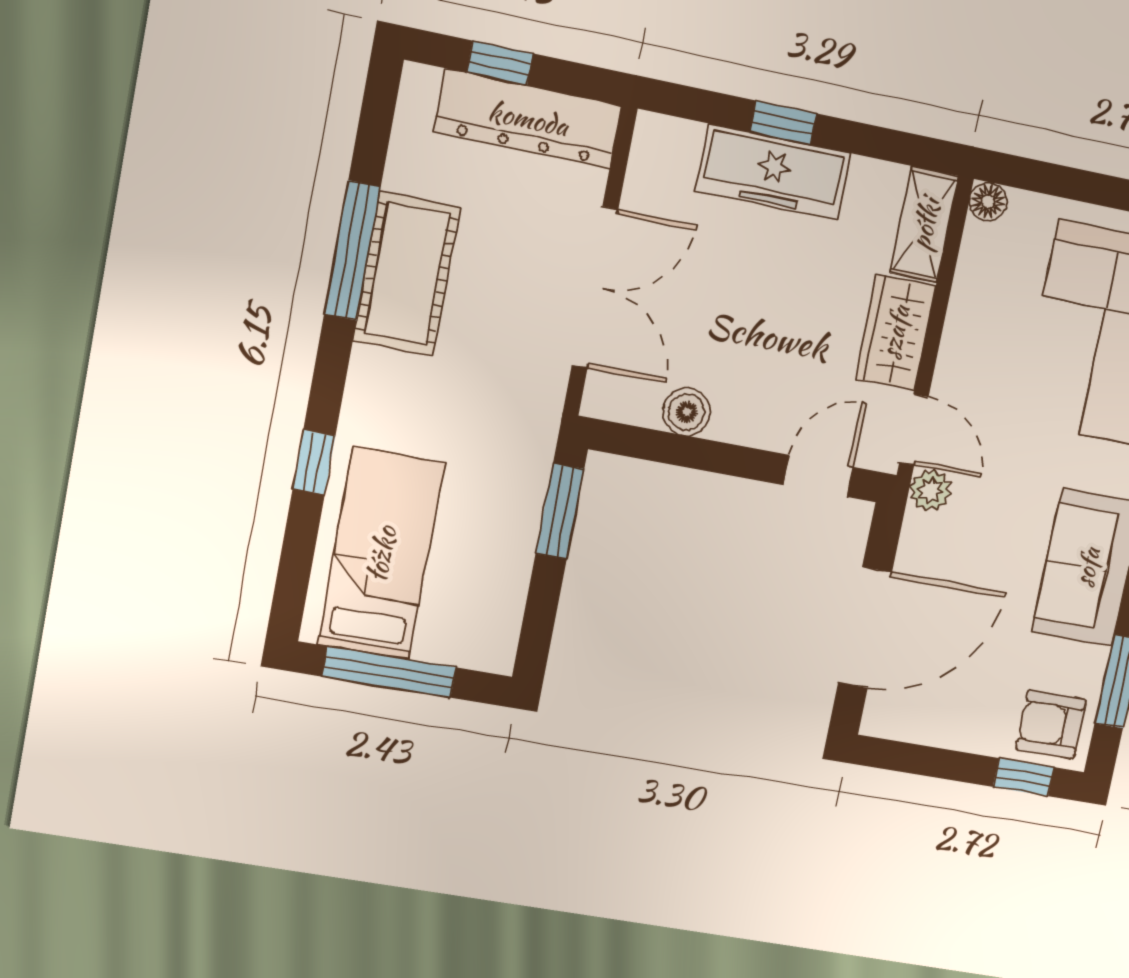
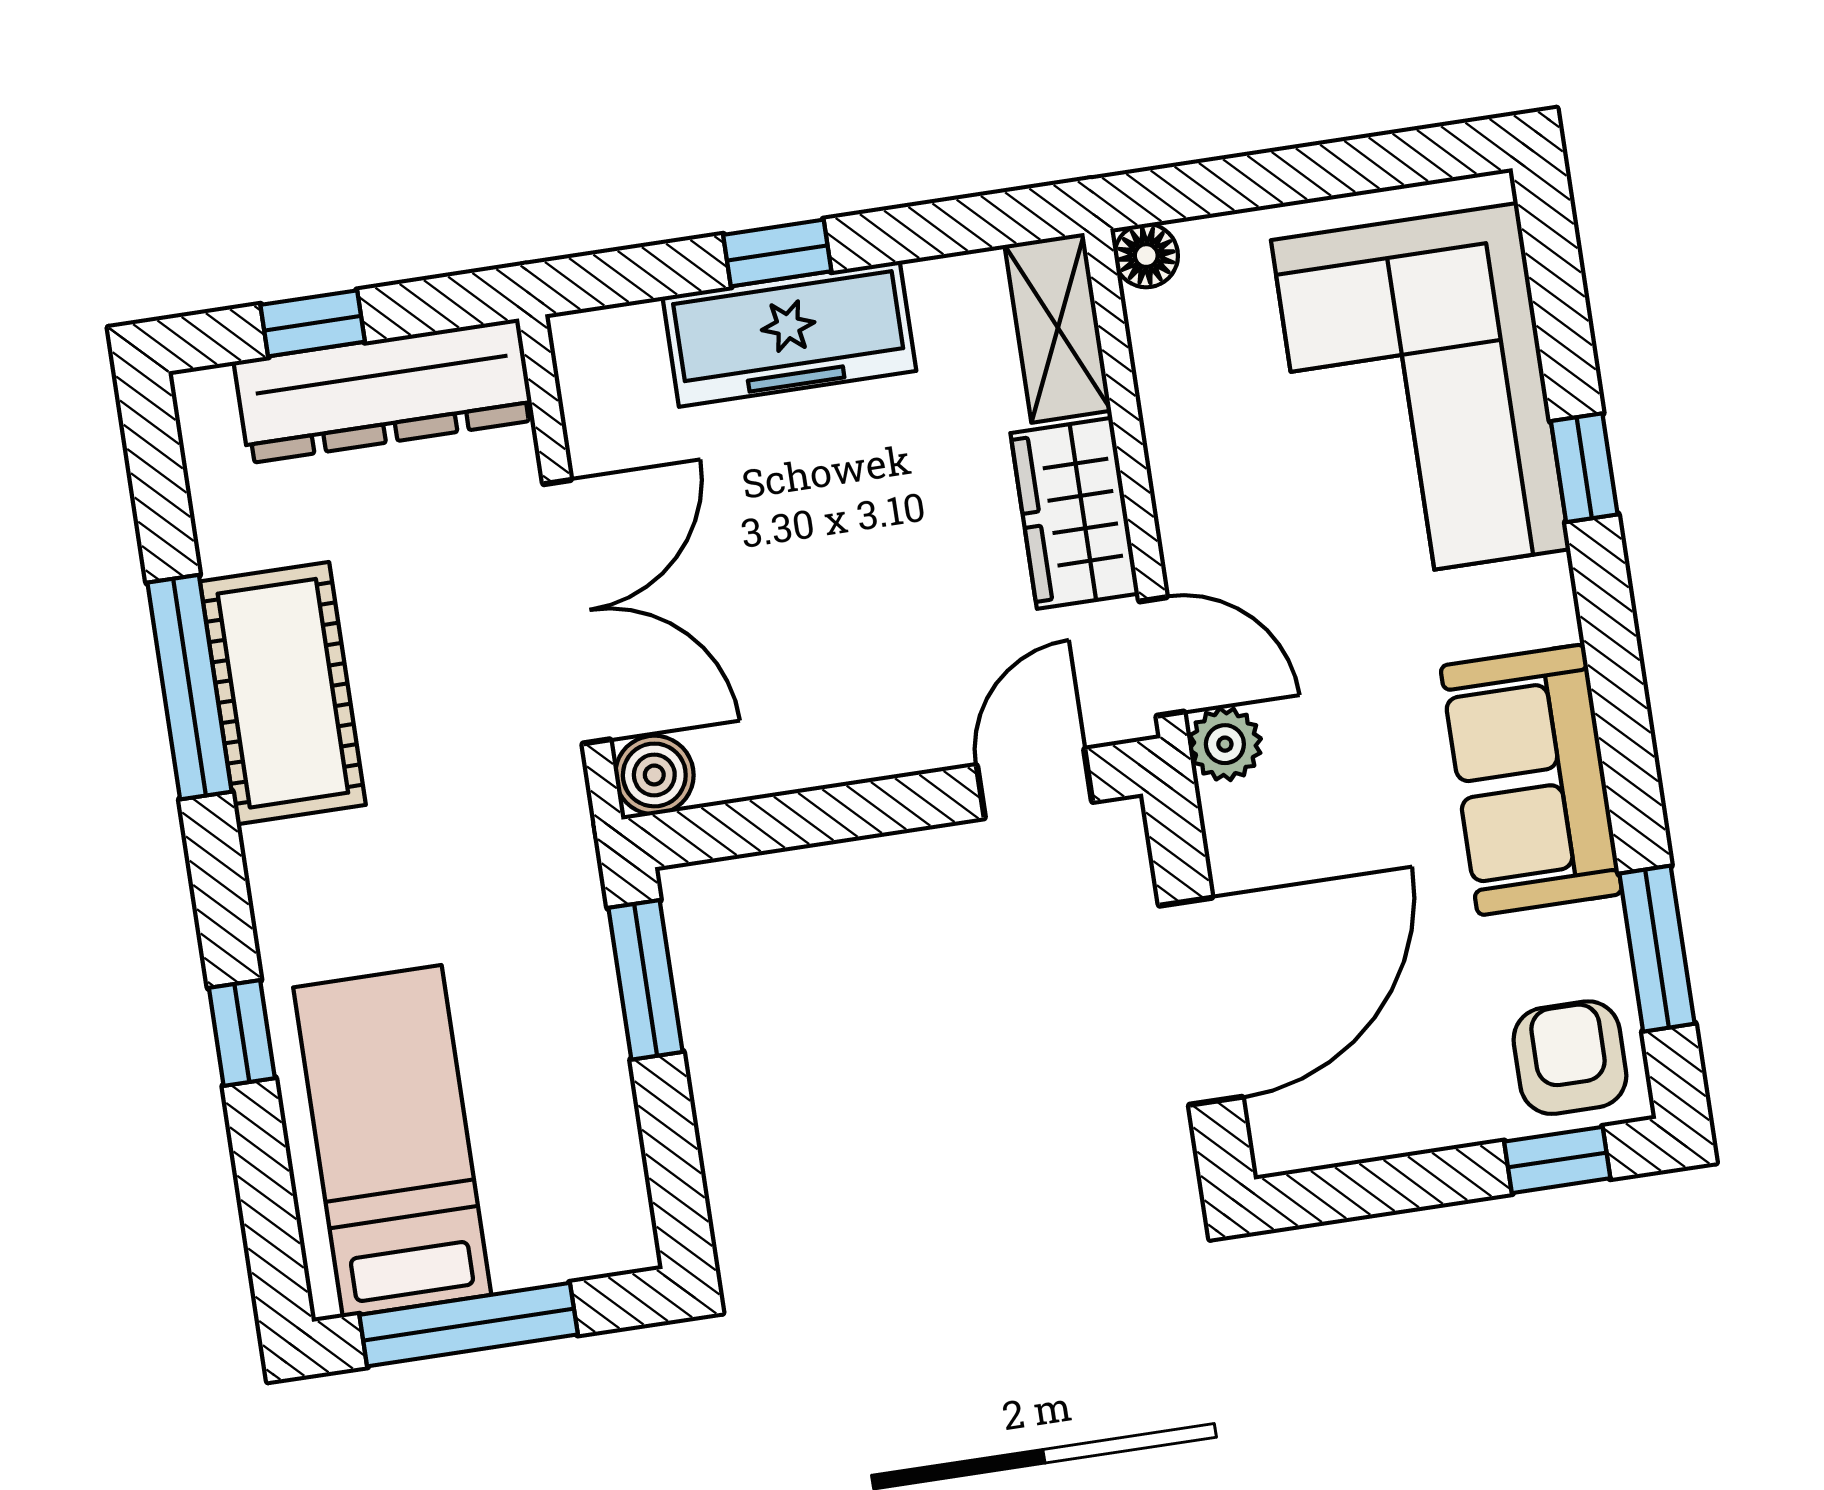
boiler: (687, 412) -> (654, 775), moved
armchair: (1051, 724) -> (1570, 1058), turned 90

